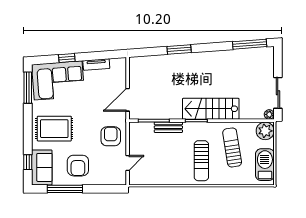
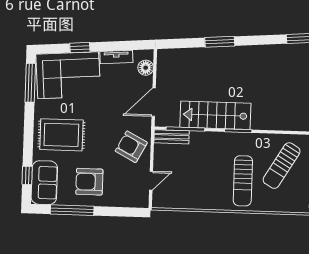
floor lamp: (120, 72) -> (146, 68), added
stairs: (211, 109) -> (215, 115), moved
bench: (168, 127) -> (172, 137), moved
armchair: (111, 136) -> (131, 147), turned -62
sun lounger: (232, 147) -> (282, 166), turned -140
armchair: (78, 166) -> (89, 182), turned 90

